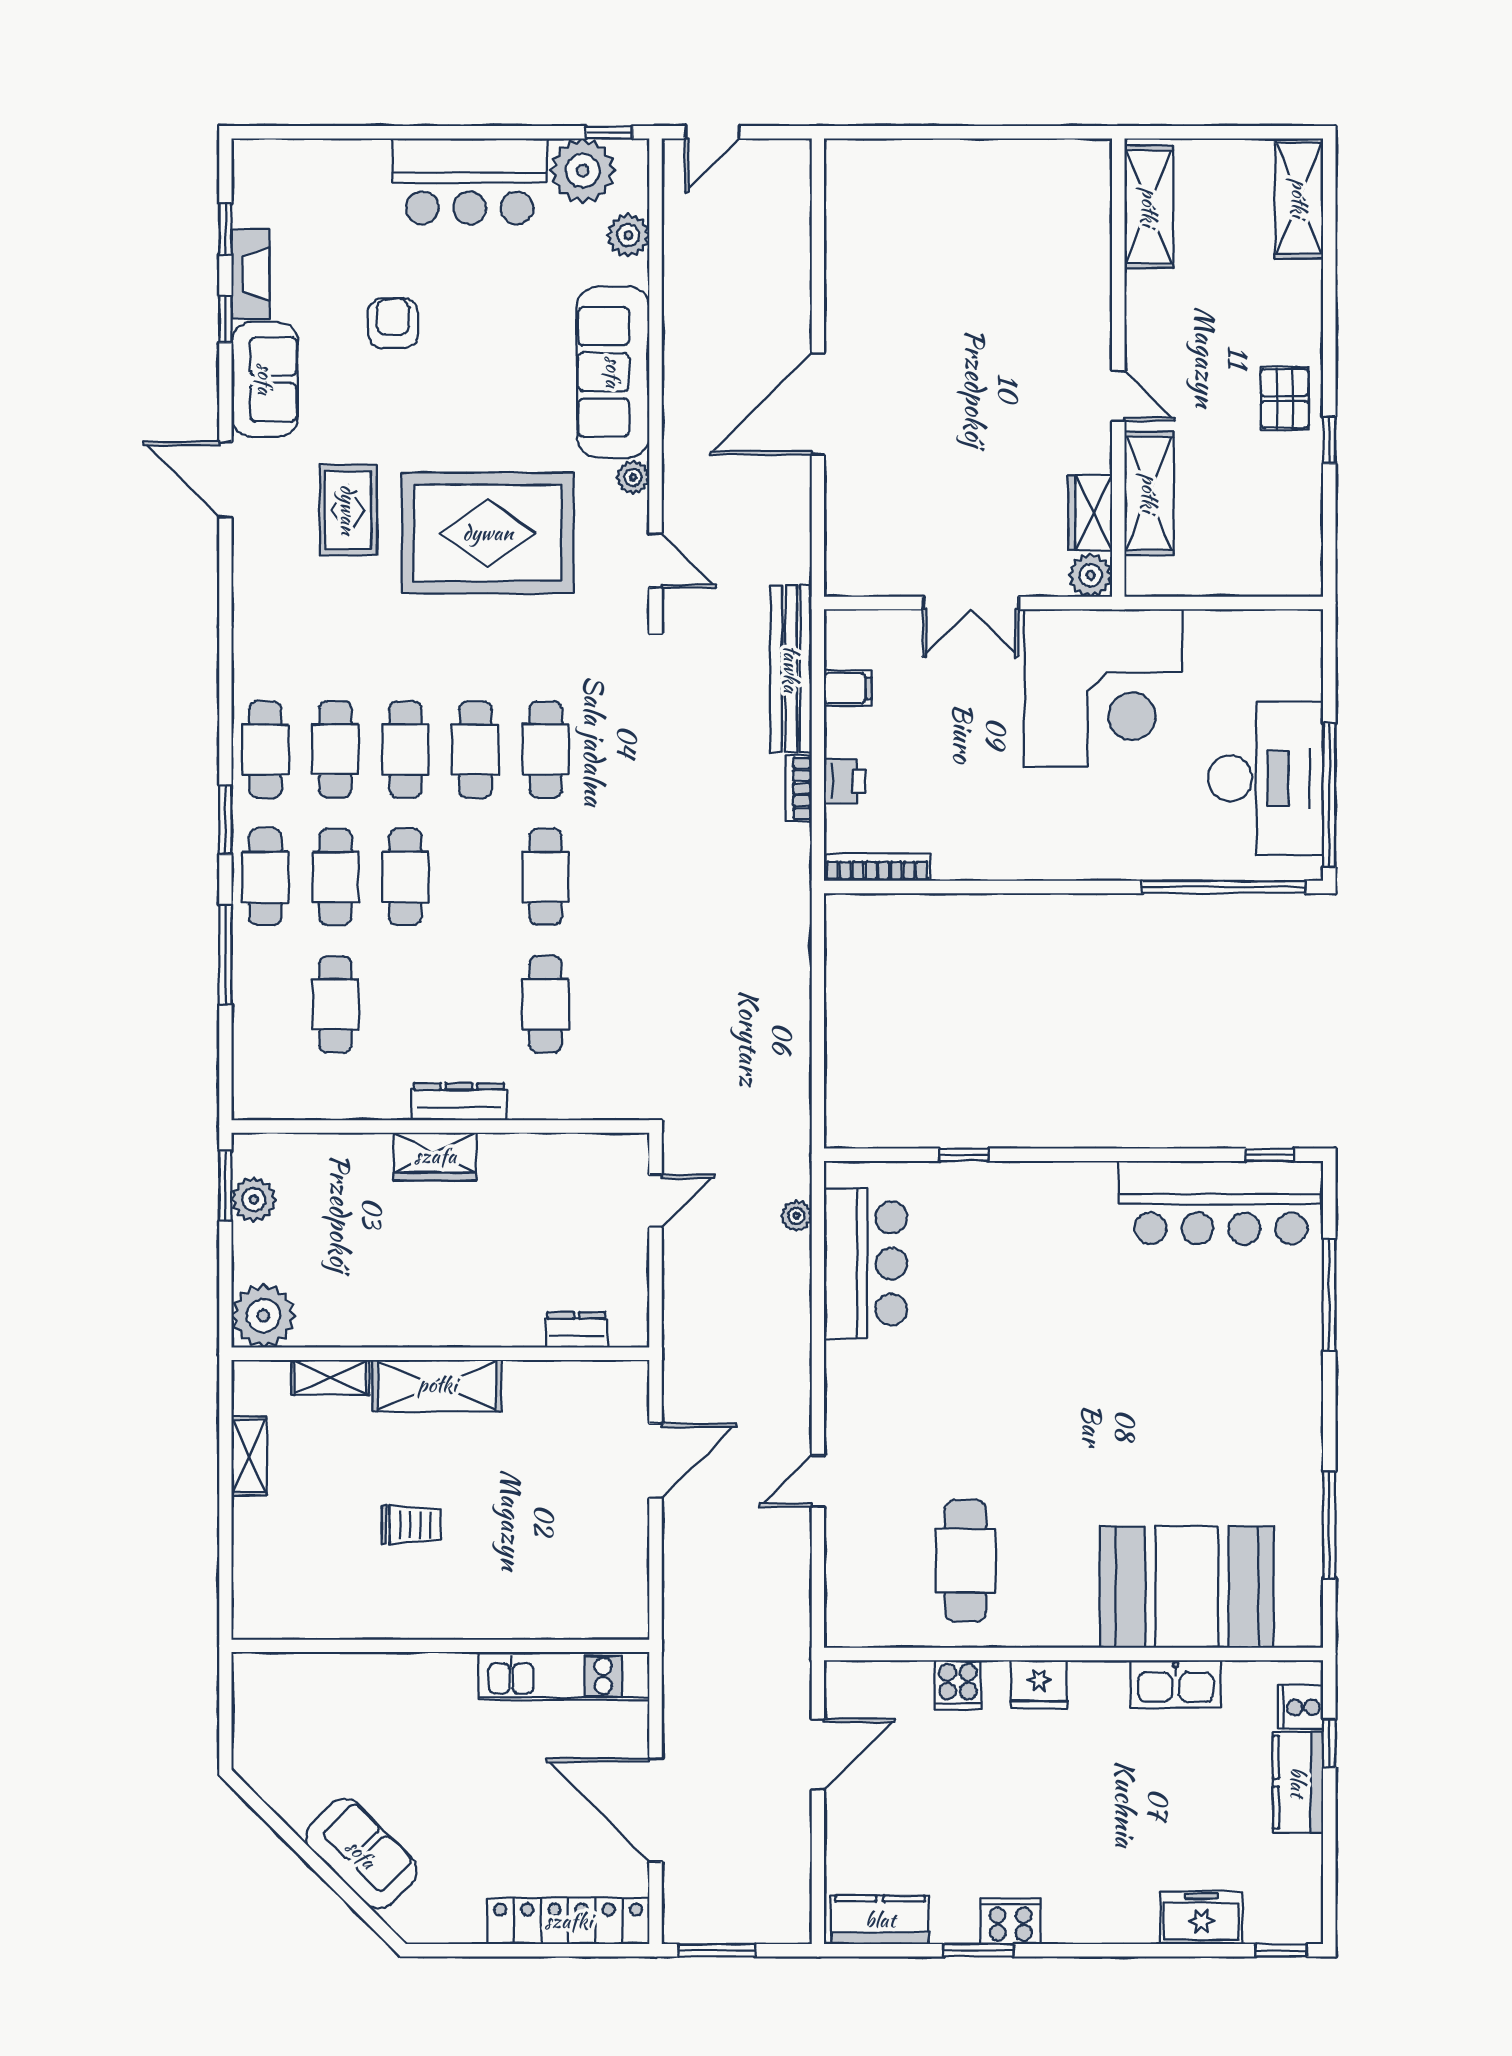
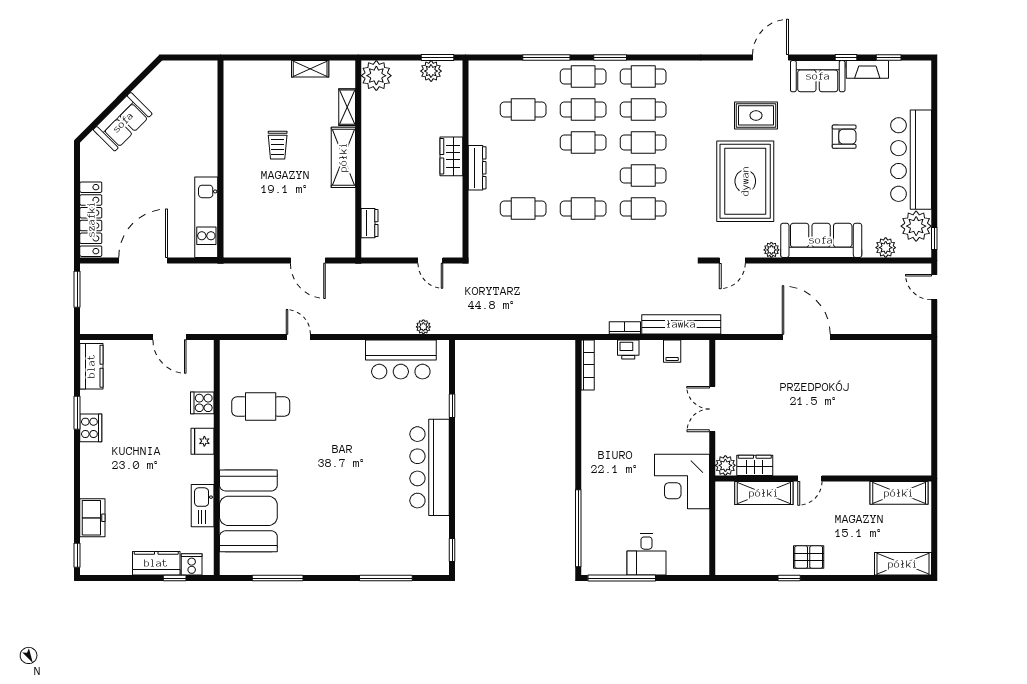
bar counter: (470, 181) -> (911, 160), width x1.36
corner desk: (1103, 688) -> (682, 481), width x0.74, depth x0.74
desk: (1266, 778) -> (646, 554), width x0.53, depth x0.77
bar counter: (1221, 1203) -> (430, 467), moved

